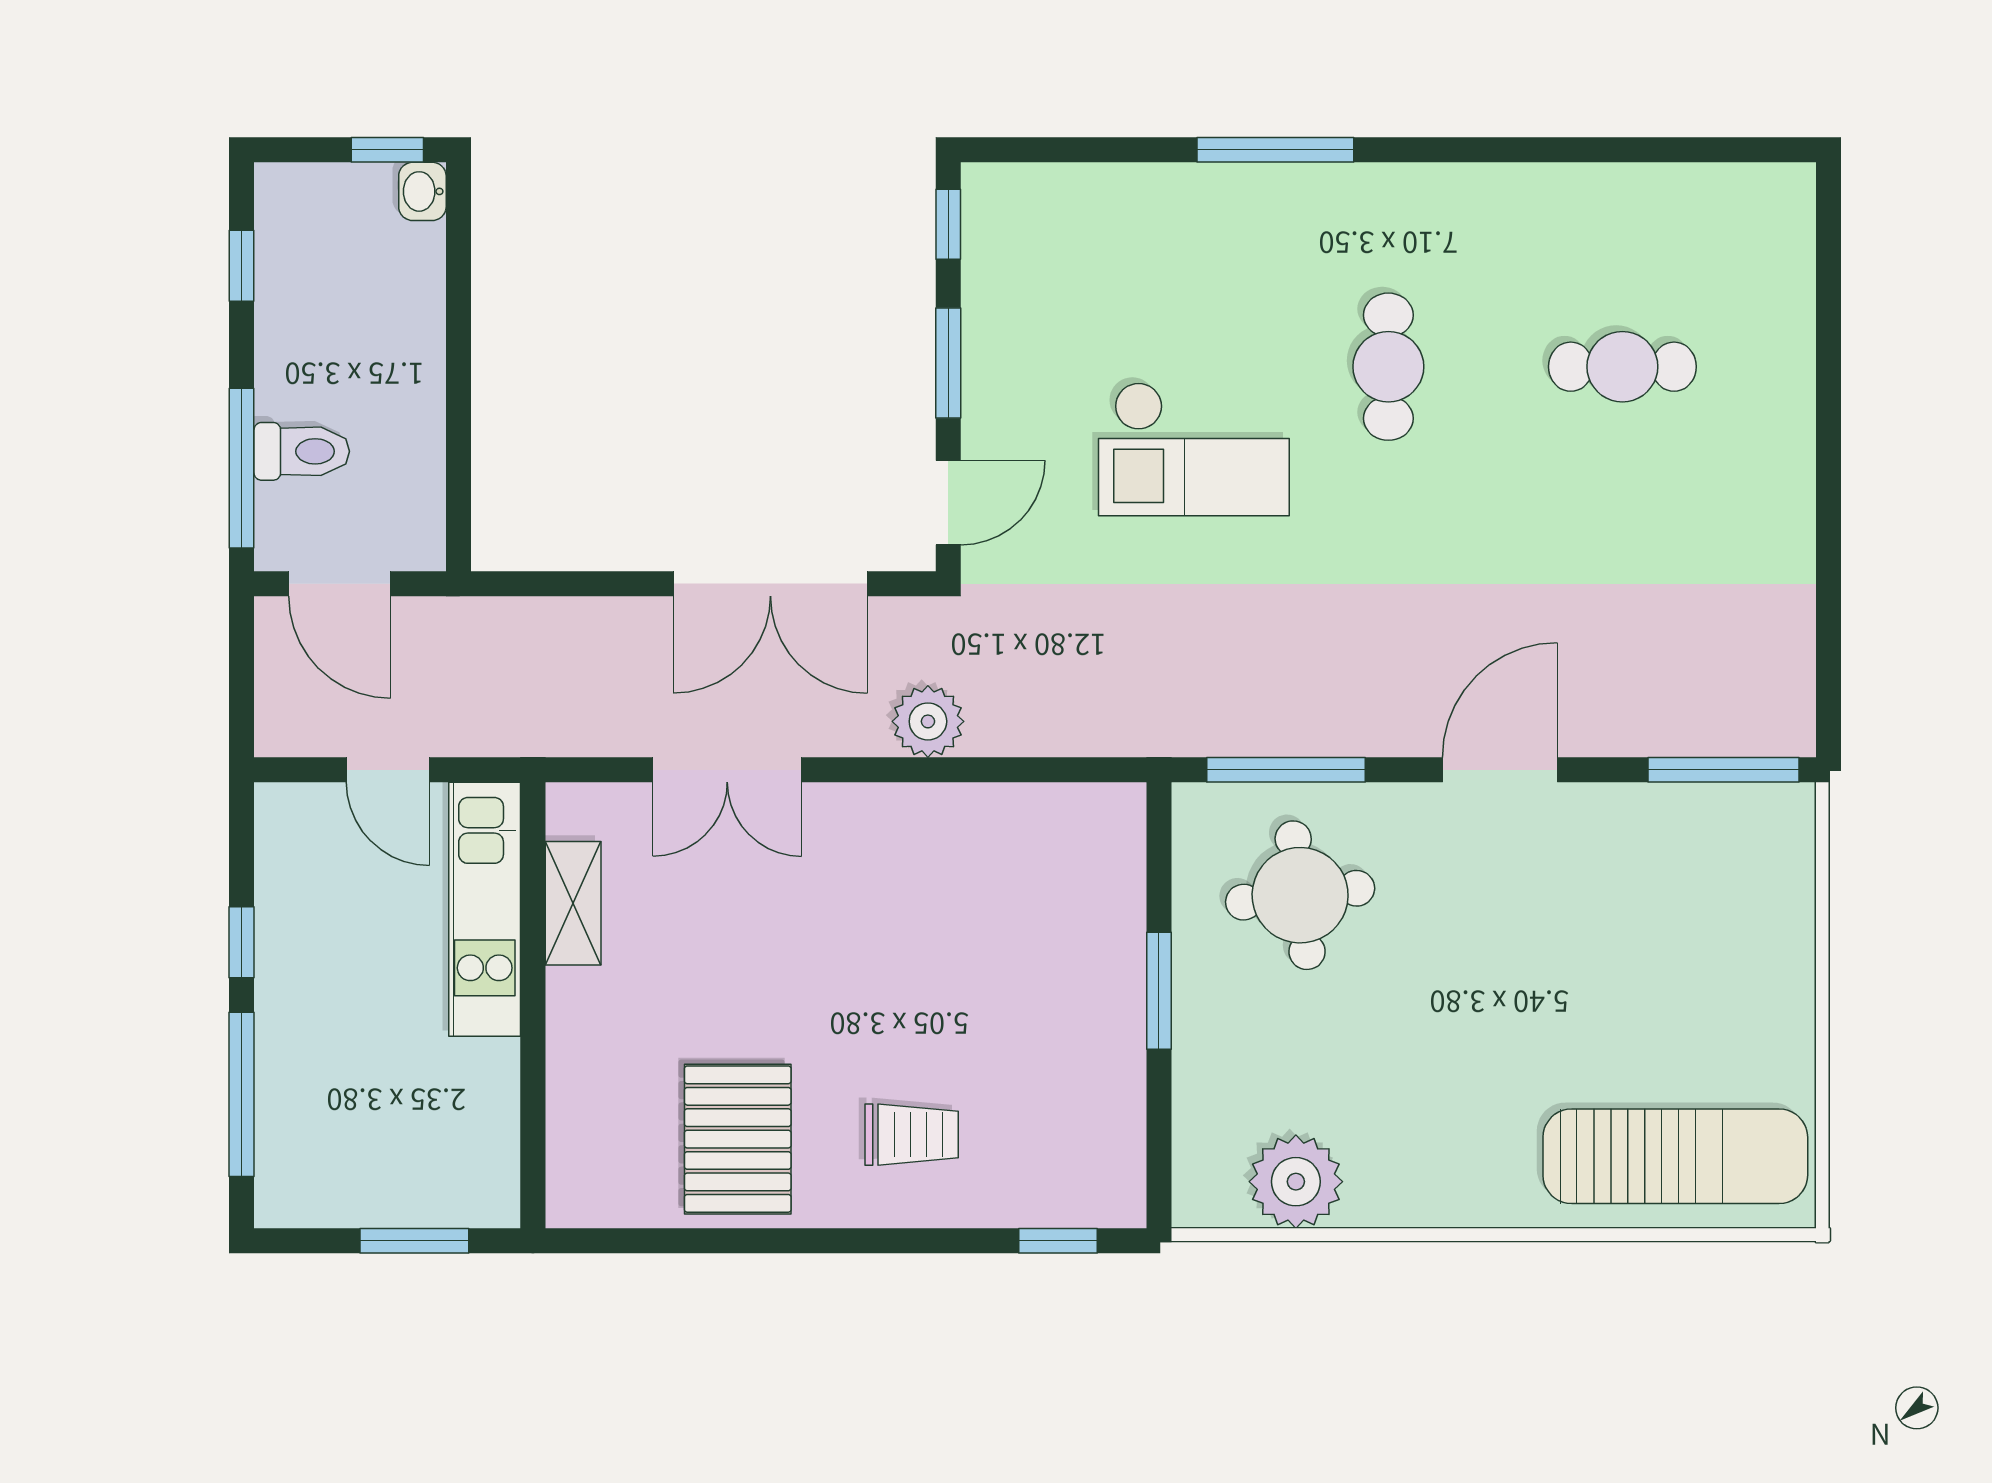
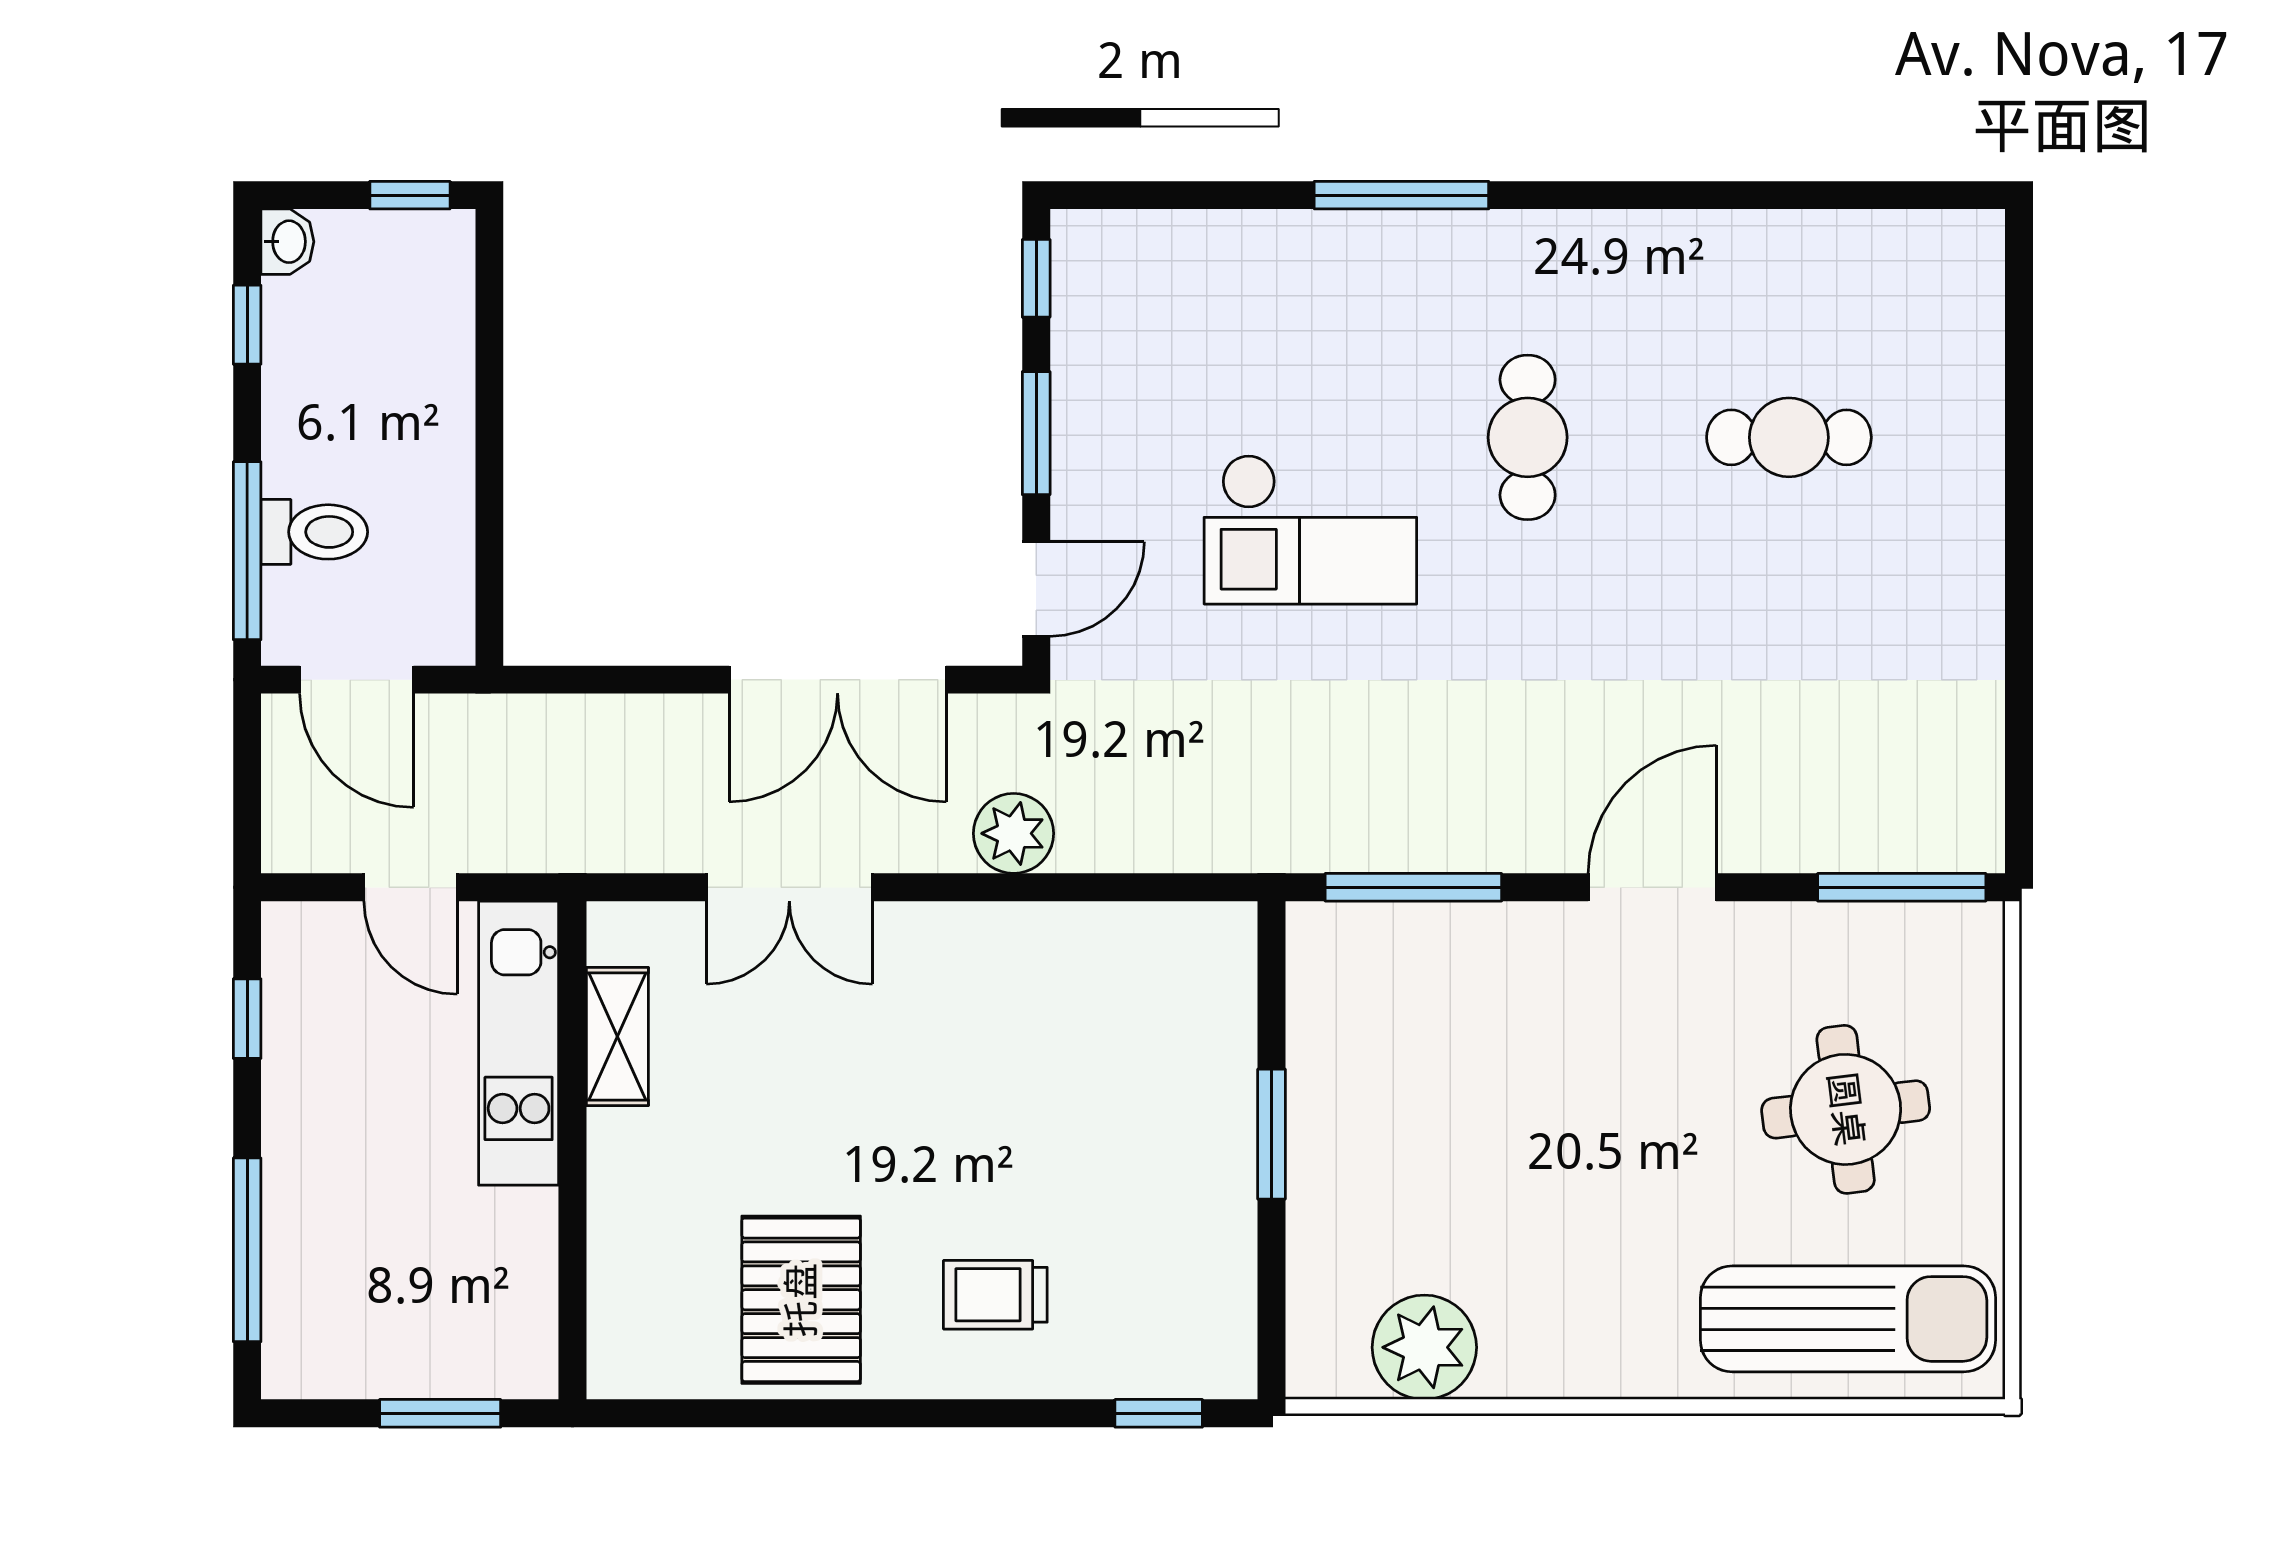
washbasin: (422, 191) -> (287, 242), moved, turned 180
round table: (1300, 895) -> (1846, 1109), moved
window: (242, 942) -> (247, 1019), moved
trolley: (912, 1135) -> (995, 1295), turned 180

